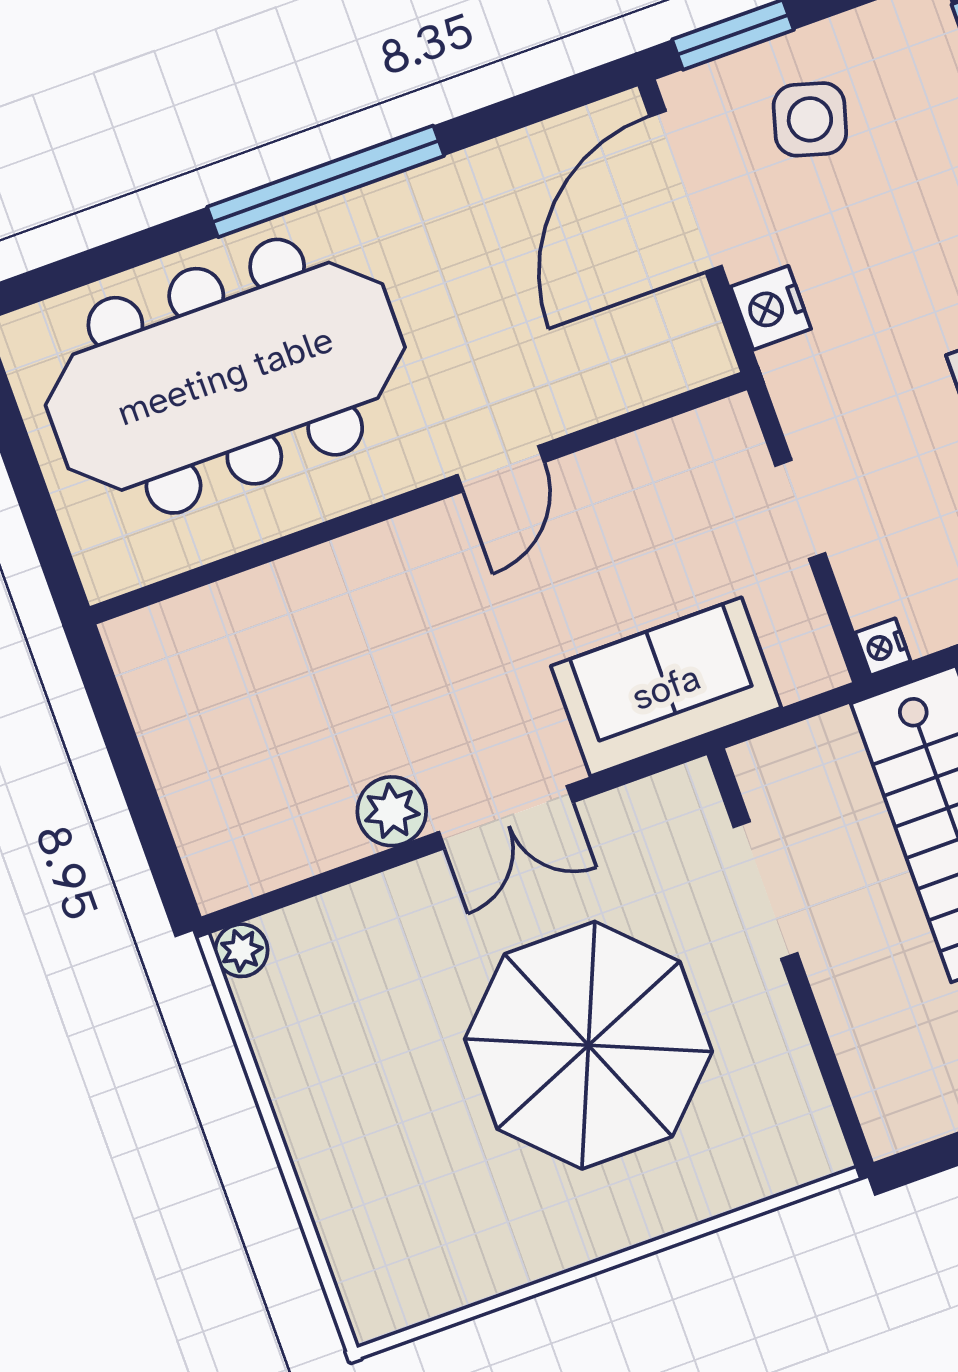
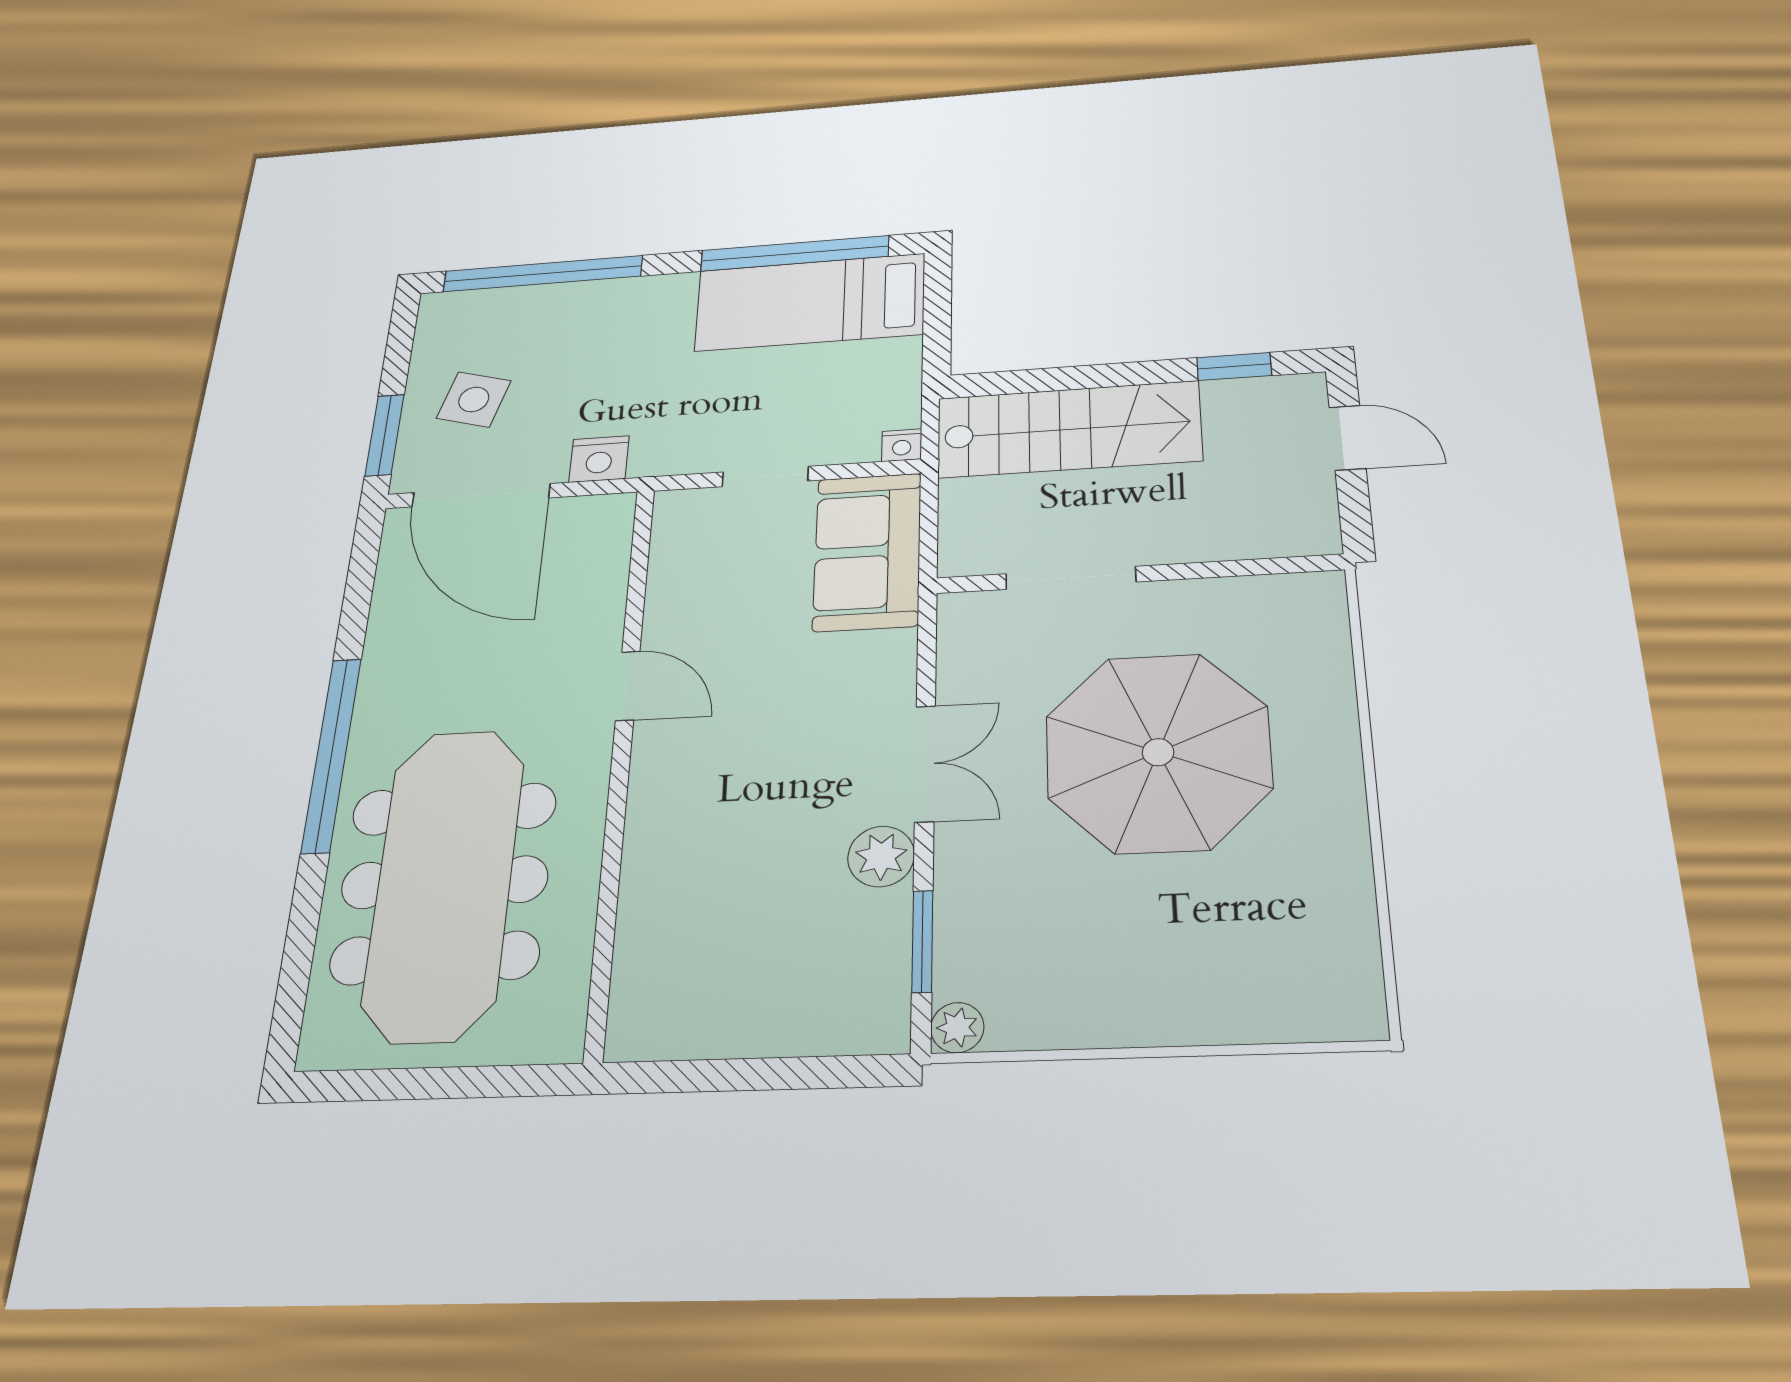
sofa: (666, 687) -> (867, 551), moved
window: (317, 885) -> (922, 941), added

